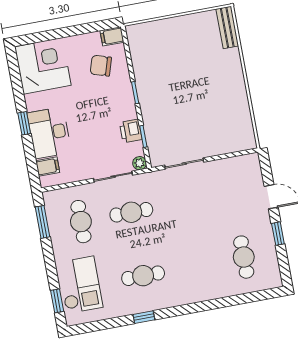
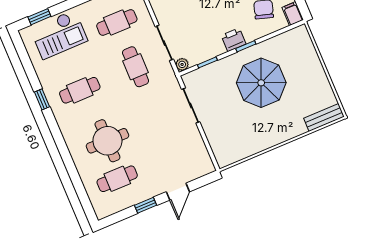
parasol: (177, 85) -> (261, 83), added
printer: (131, 131) -> (234, 40), moved
round table: (202, 258) -> (107, 141), added
cafe table: (143, 276) -> (80, 90), turned 90

